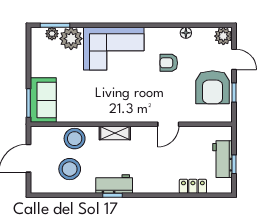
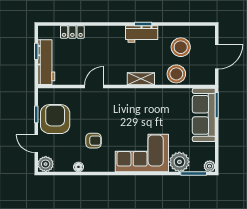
plant: (52, 34) -> (210, 166), moved
sofa: (43, 100) -> (204, 115), width x1.36
workbench: (223, 159) -> (46, 62), width x1.37

